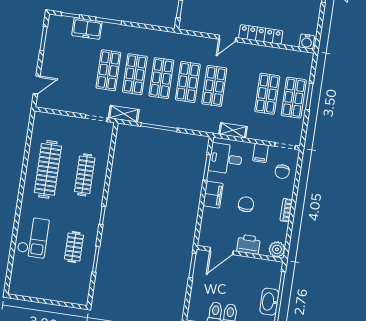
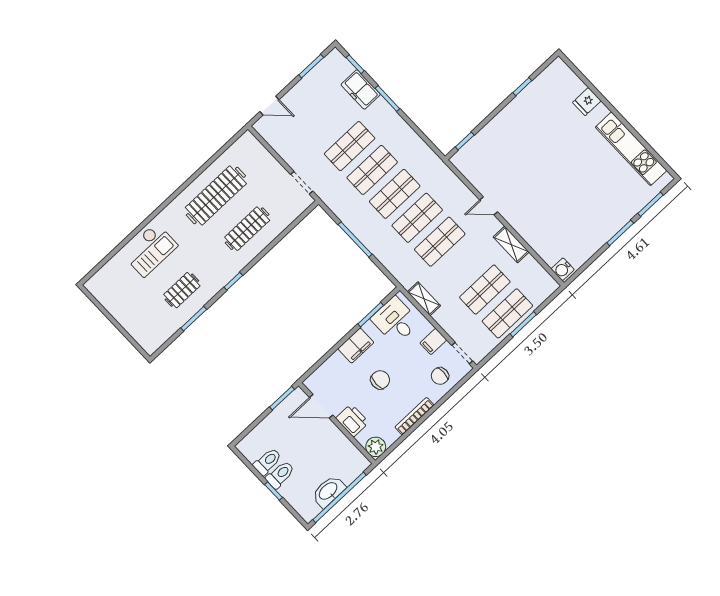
locker: (261, 34) -> (524, 227), removed
shelving: (124, 114) -> (511, 244), moved
bookcase: (286, 210) -> (414, 416), width x1.56

